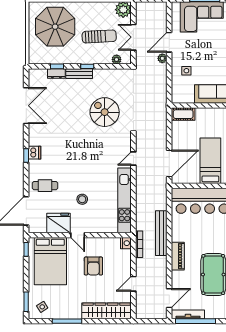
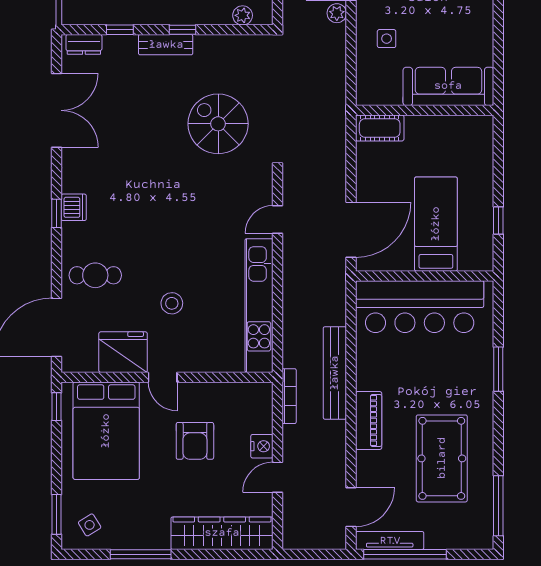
dresser: (56, 74) -> (84, 44), moved
nightstand: (126, 243) -> (262, 446), moved

